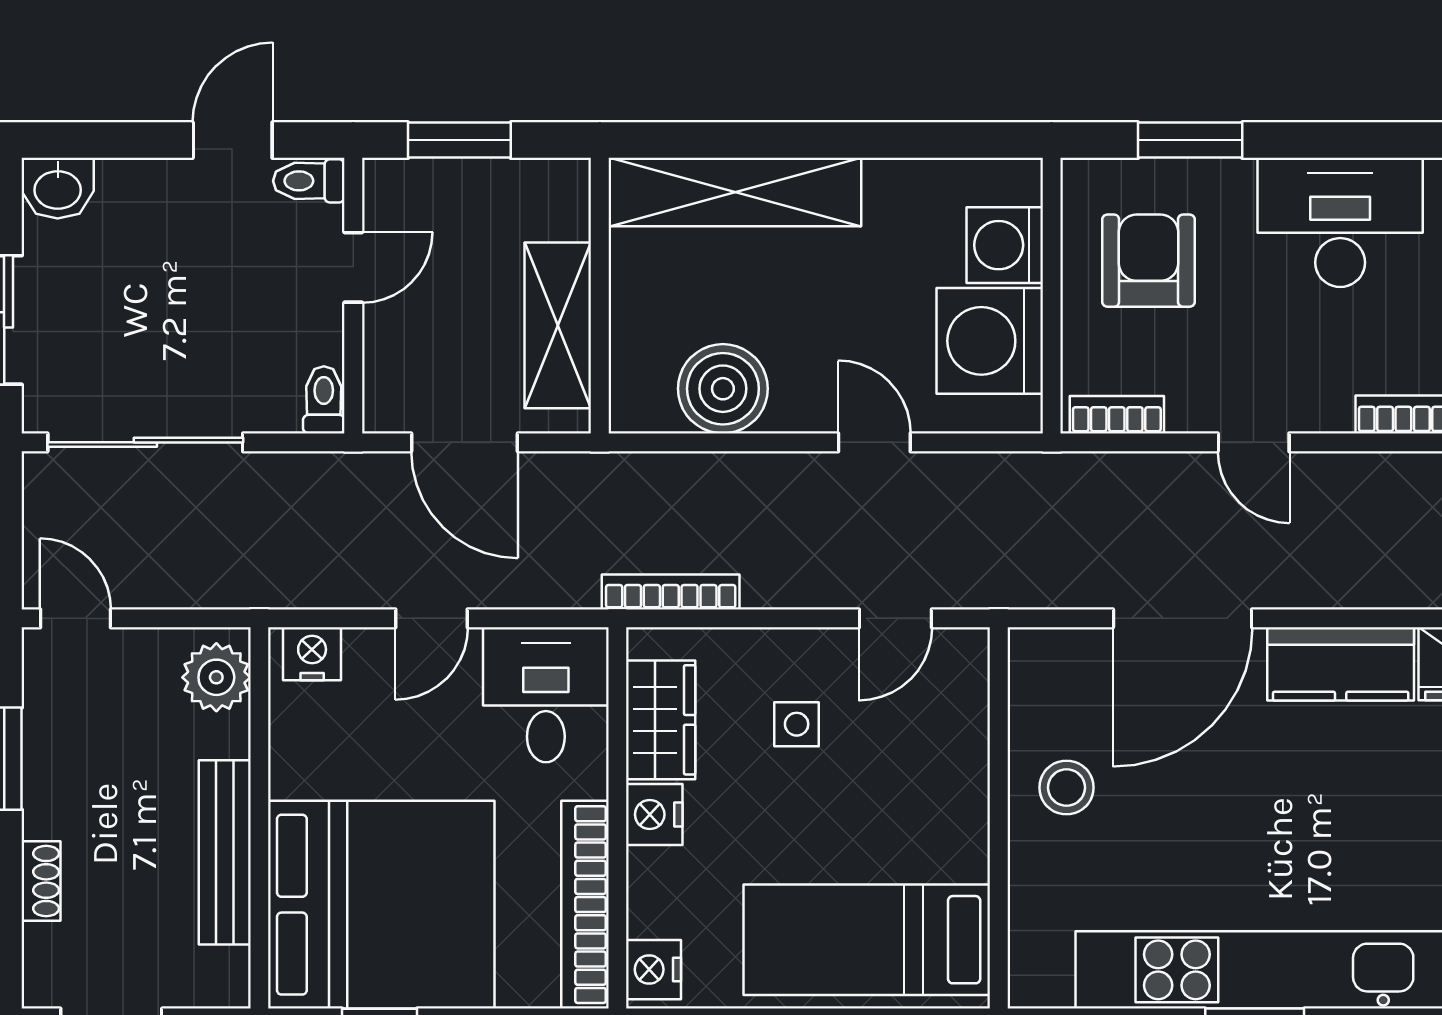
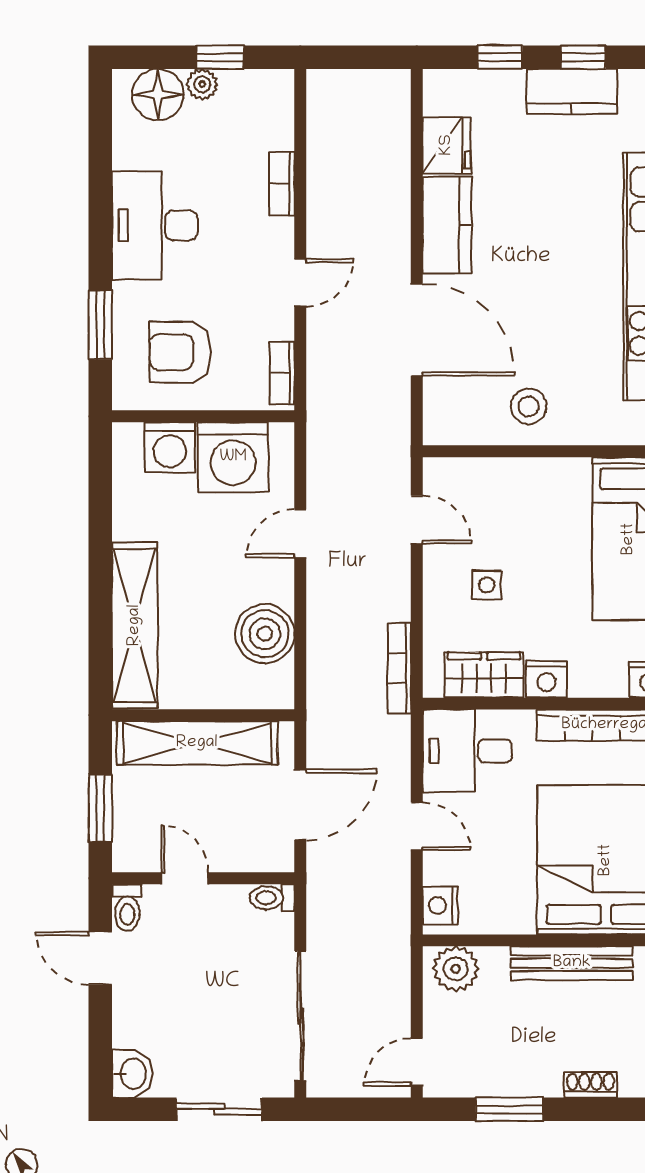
shelving: (558, 325) -> (197, 743), width x1.47

